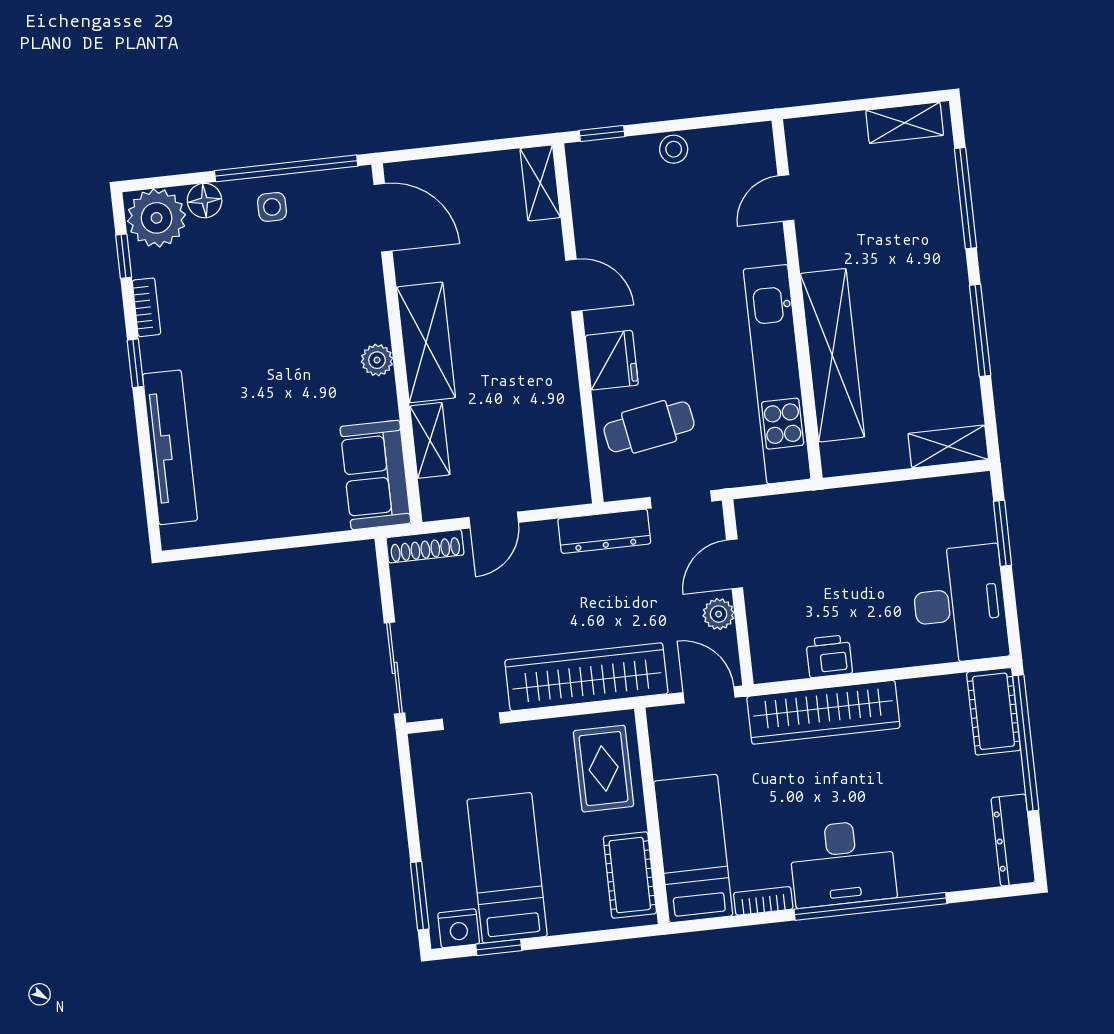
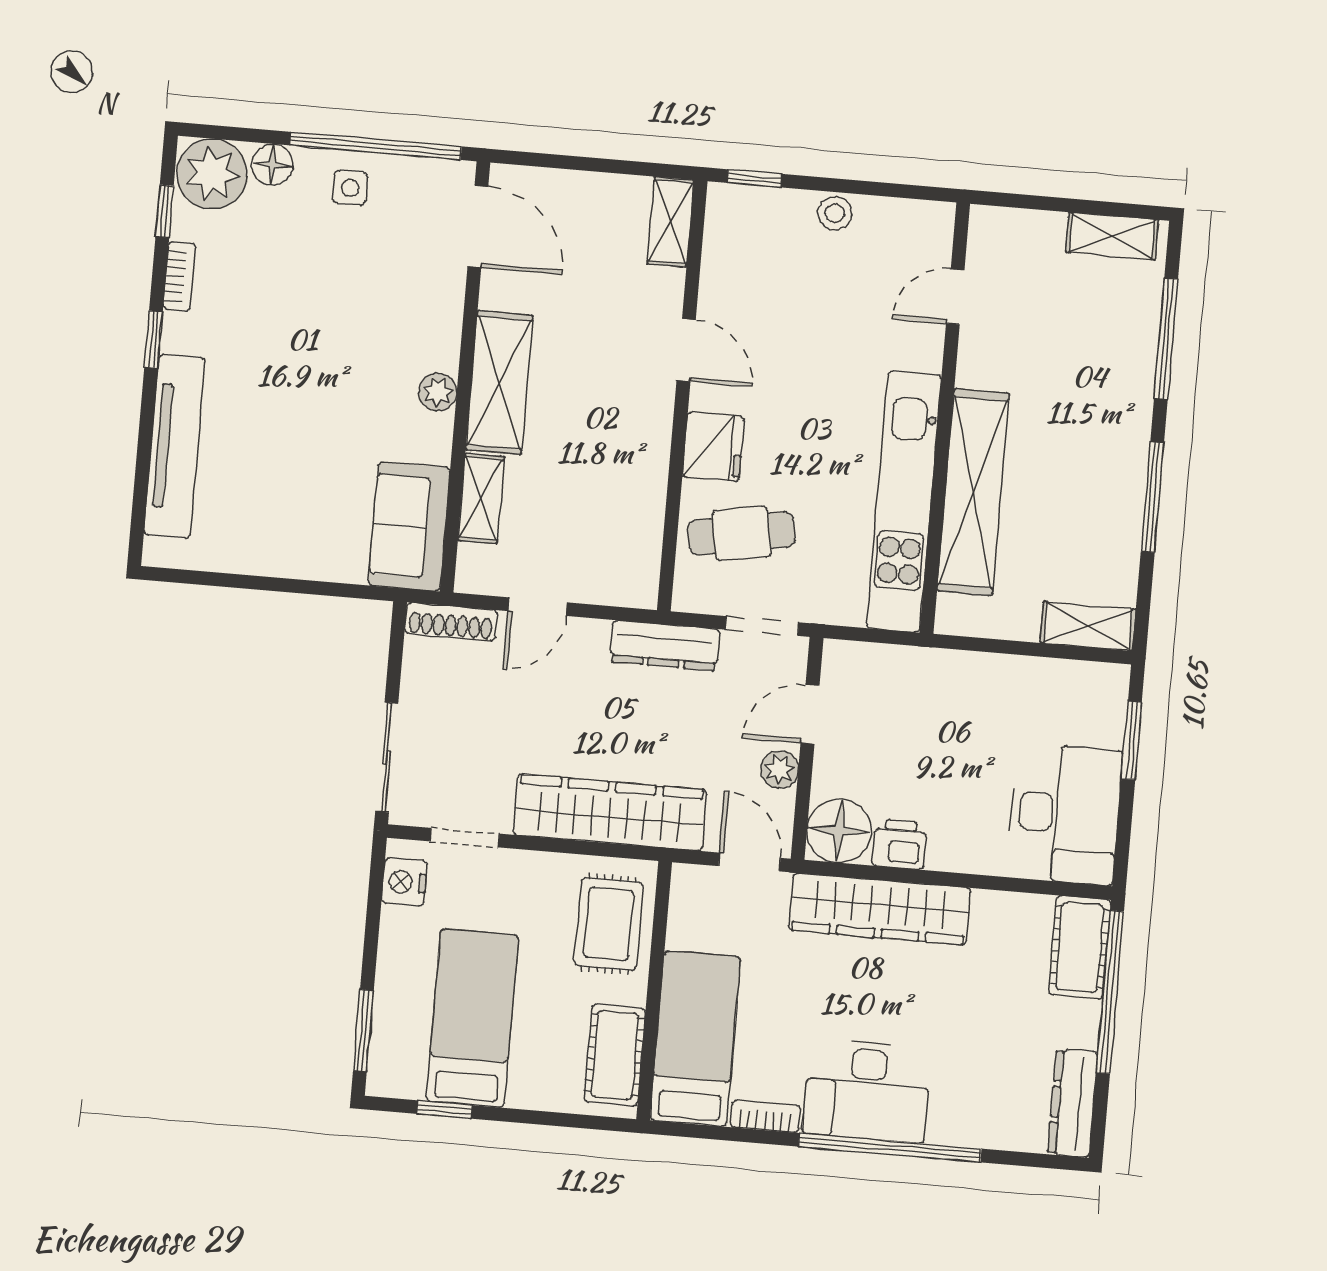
floor lamp: (777, 655) -> (839, 831), added
nightstand: (459, 928) -> (404, 882), moved, turned 90

